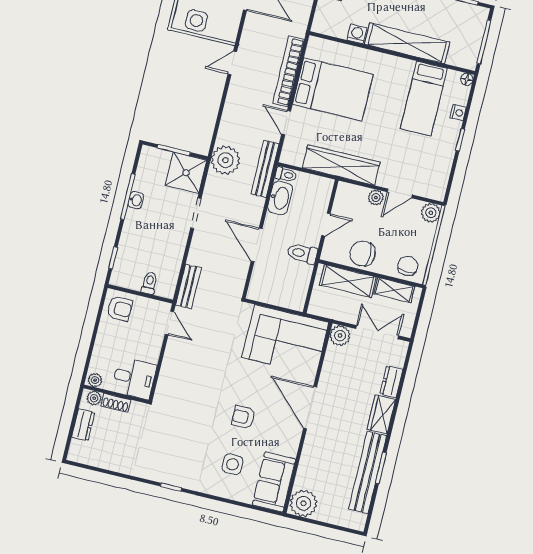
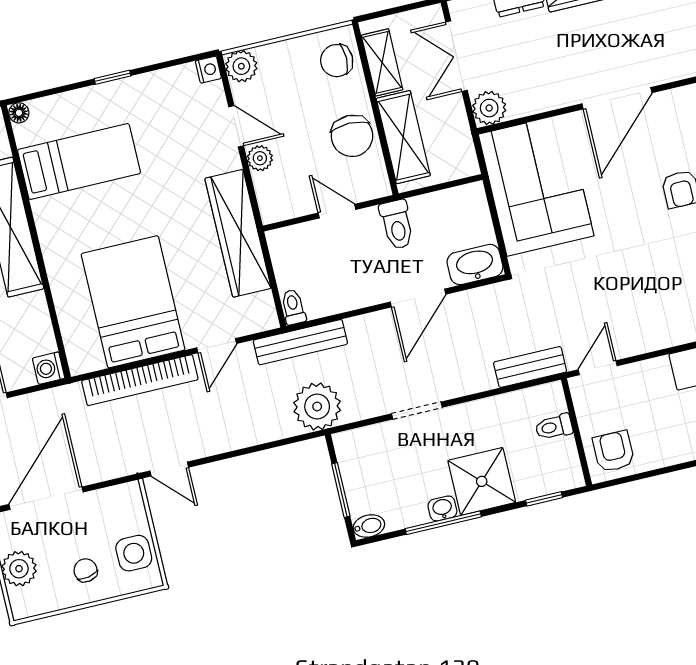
washing machine: (357, 34) -> (49, 368), moved
nightstand: (458, 113) -> (208, 70), moved, turned 90
bidet: (146, 155) -> (369, 526), added
shower: (186, 173) -> (482, 481), moved
washbasin: (280, 198) -> (475, 265), moved

